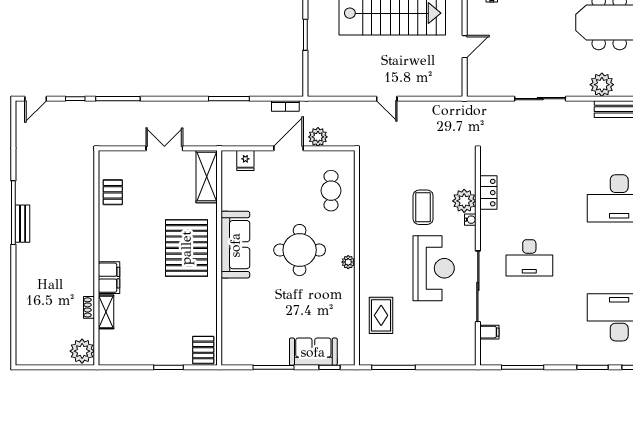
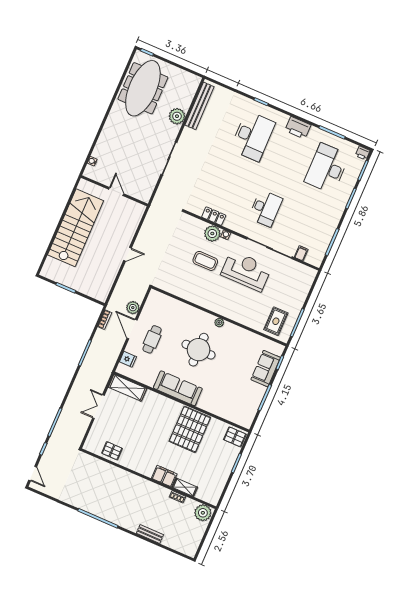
cafe table: (331, 191) -> (152, 339), moved, turned 90
bench: (23, 224) -> (150, 534), moved
pallet: (186, 248) -> (190, 429), moved, turned 90
rug: (381, 315) -> (276, 321), moved, turned 90

